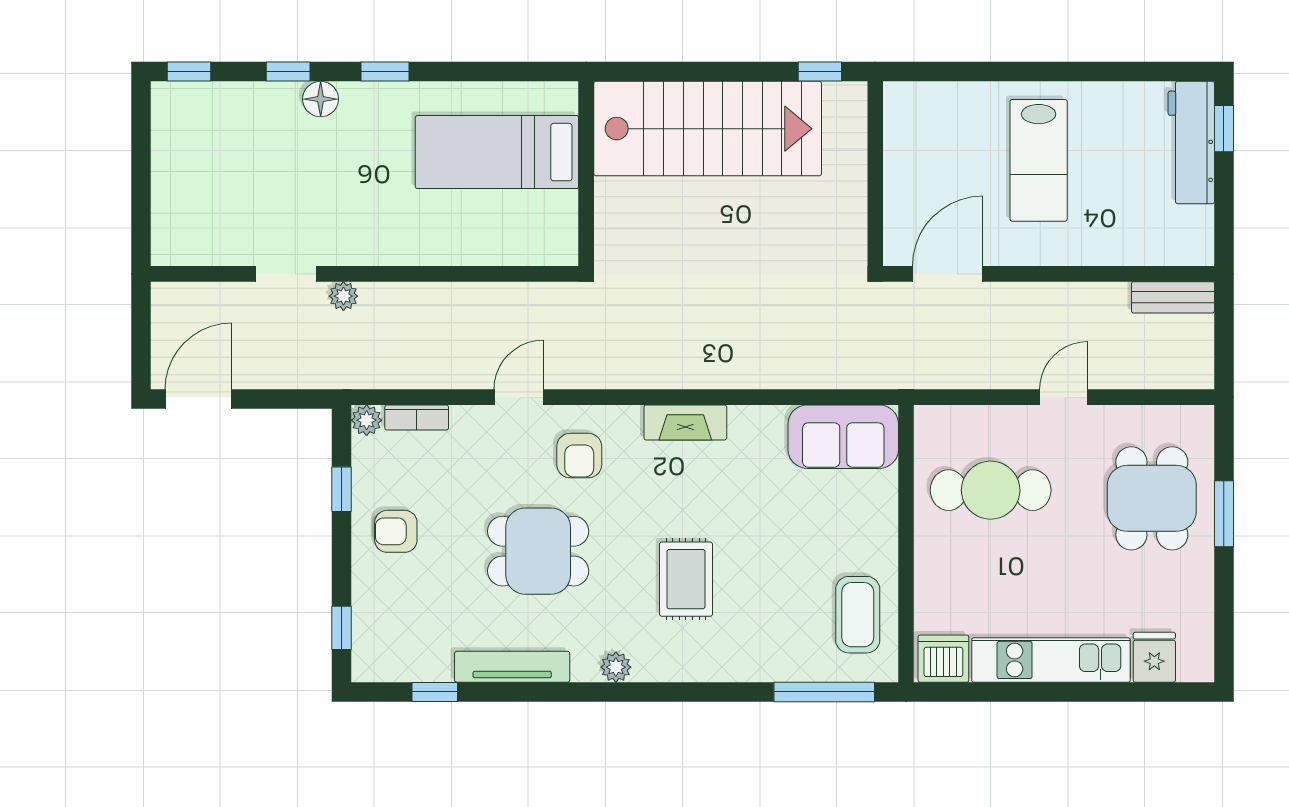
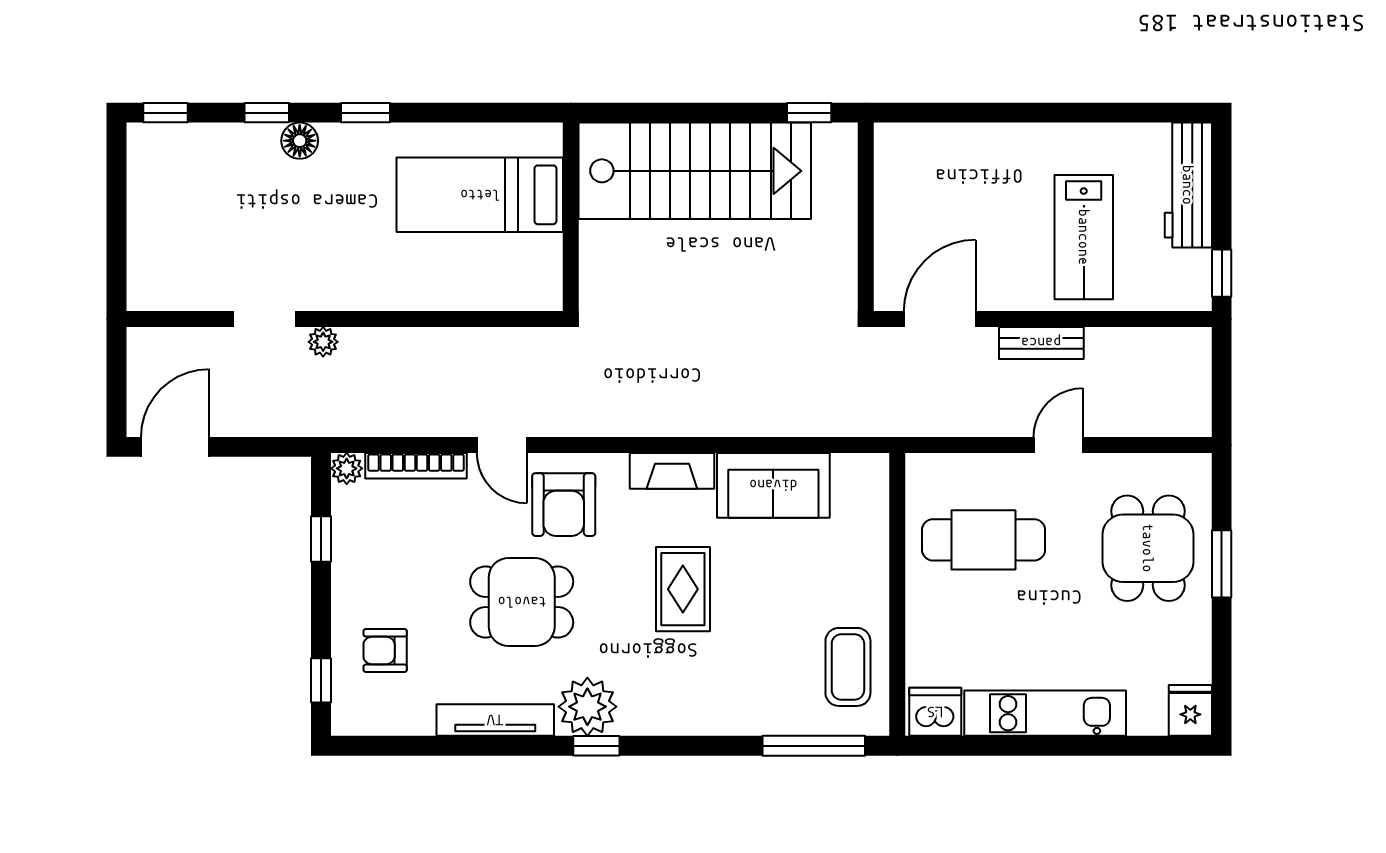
window: (1224, 129) -> (1222, 273), moved
lab bench: (1039, 160) -> (1084, 237), moved
bench: (1173, 297) -> (1041, 343), moved
door: (519, 397) -> (502, 445), swing flipped
bookcase: (417, 418) -> (416, 466), width x1.56
sofa: (843, 437) -> (773, 485), moved
armchair: (579, 456) -> (564, 505), width x1.38, depth x1.38
armchair: (396, 531) -> (385, 651), moved
rug: (686, 579) -> (683, 589), moved
fridge: (1154, 657) -> (1190, 710), moved
plant: (616, 667) -> (587, 707), width x1.88, depth x1.88
window: (435, 692) -> (596, 746), moved

